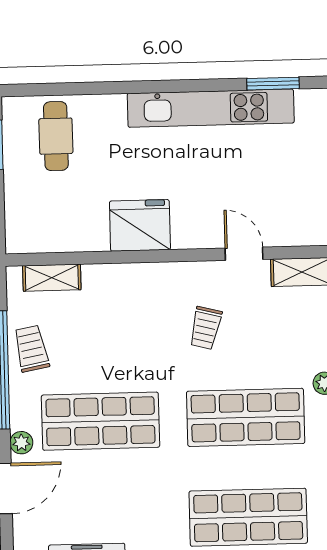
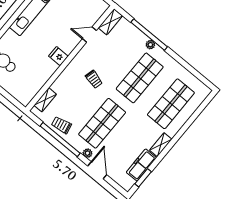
fridge: (140, 225) -> (58, 56), width x0.53, depth x0.75
trolley: (206, 328) -> (94, 79), moved

